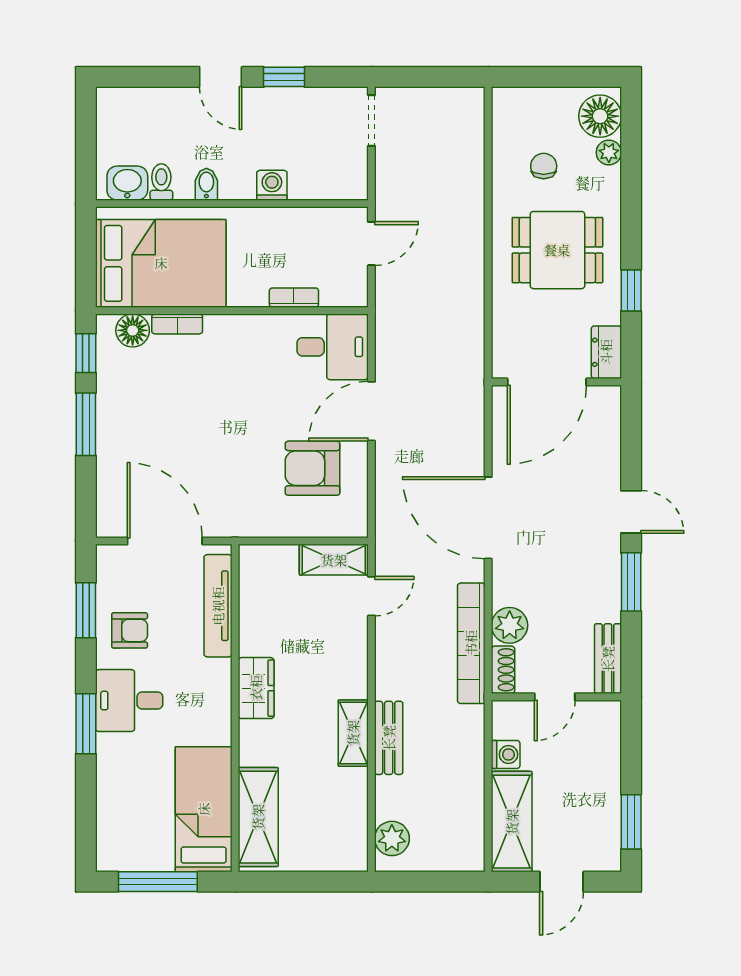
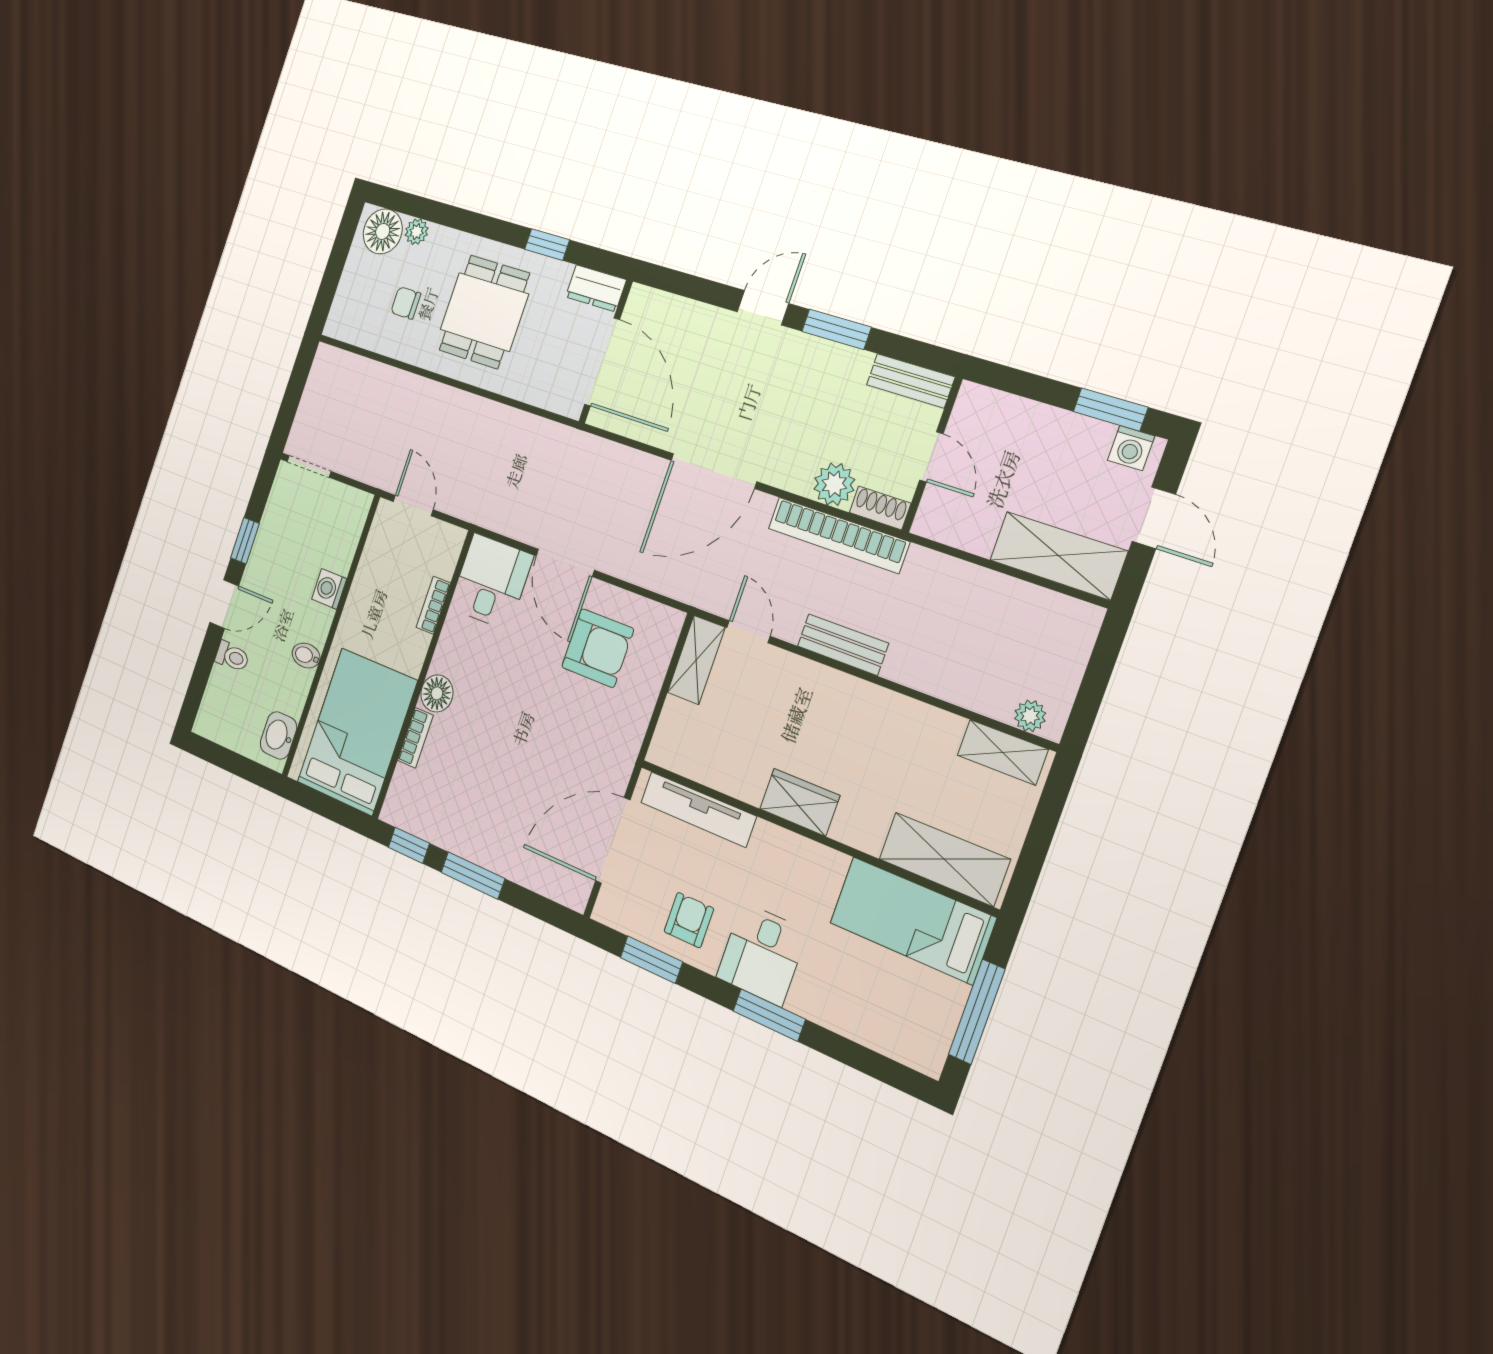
toilet: (161, 182) -> (232, 657), moved, turned 180
floor lamp: (133, 330) -> (437, 693), moved
armchair: (313, 468) -> (598, 648), turned -90
shelving: (353, 733) -> (1003, 752), moved
bench: (389, 738) -> (843, 645), moved
washing machine: (506, 754) -> (1131, 448), moved, turned 180
plant: (392, 838) -> (1030, 716), width x0.73, depth x0.73

